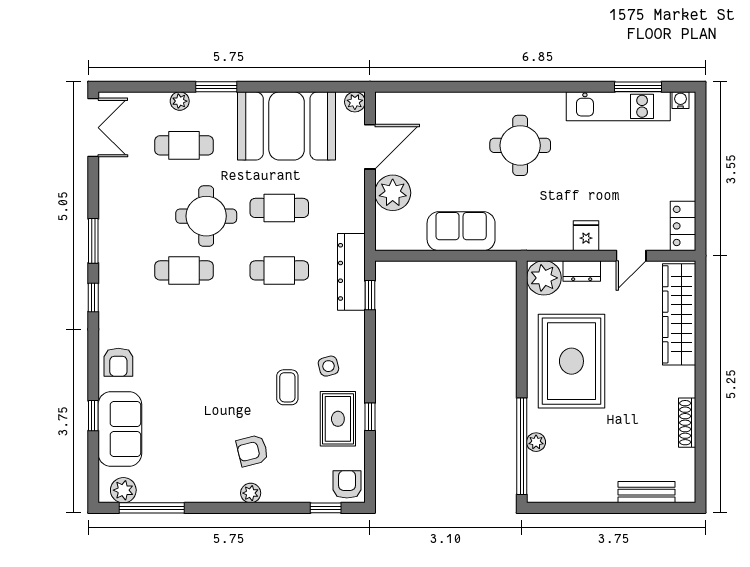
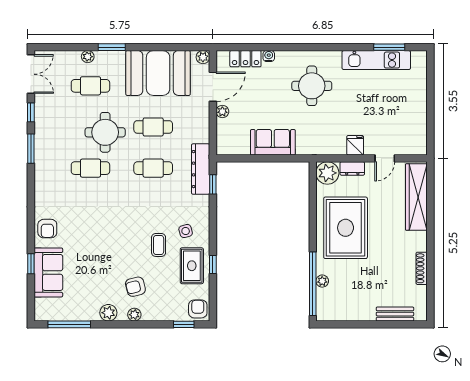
water cooler: (680, 100) -> (269, 56), moved
plant: (393, 193) -> (222, 112), width x0.53, depth x0.53
locker: (683, 226) -> (245, 59), moved, turned -90
window: (93, 297) -> (31, 112), moved
plant: (123, 490) -> (108, 313), moved

